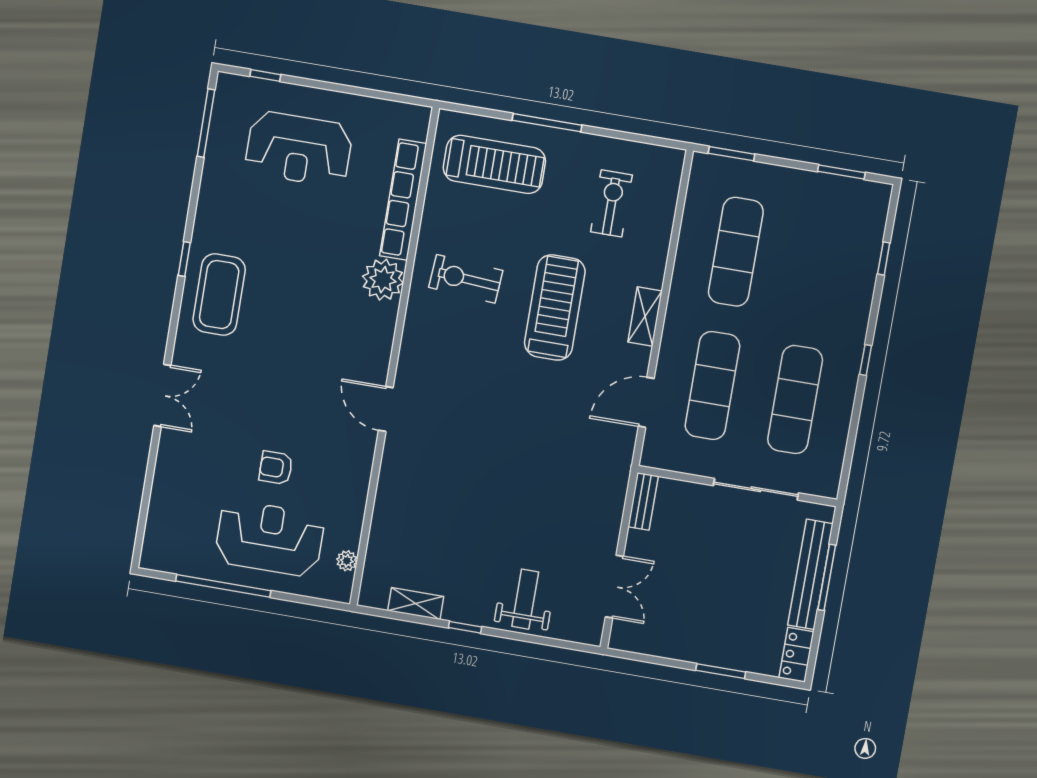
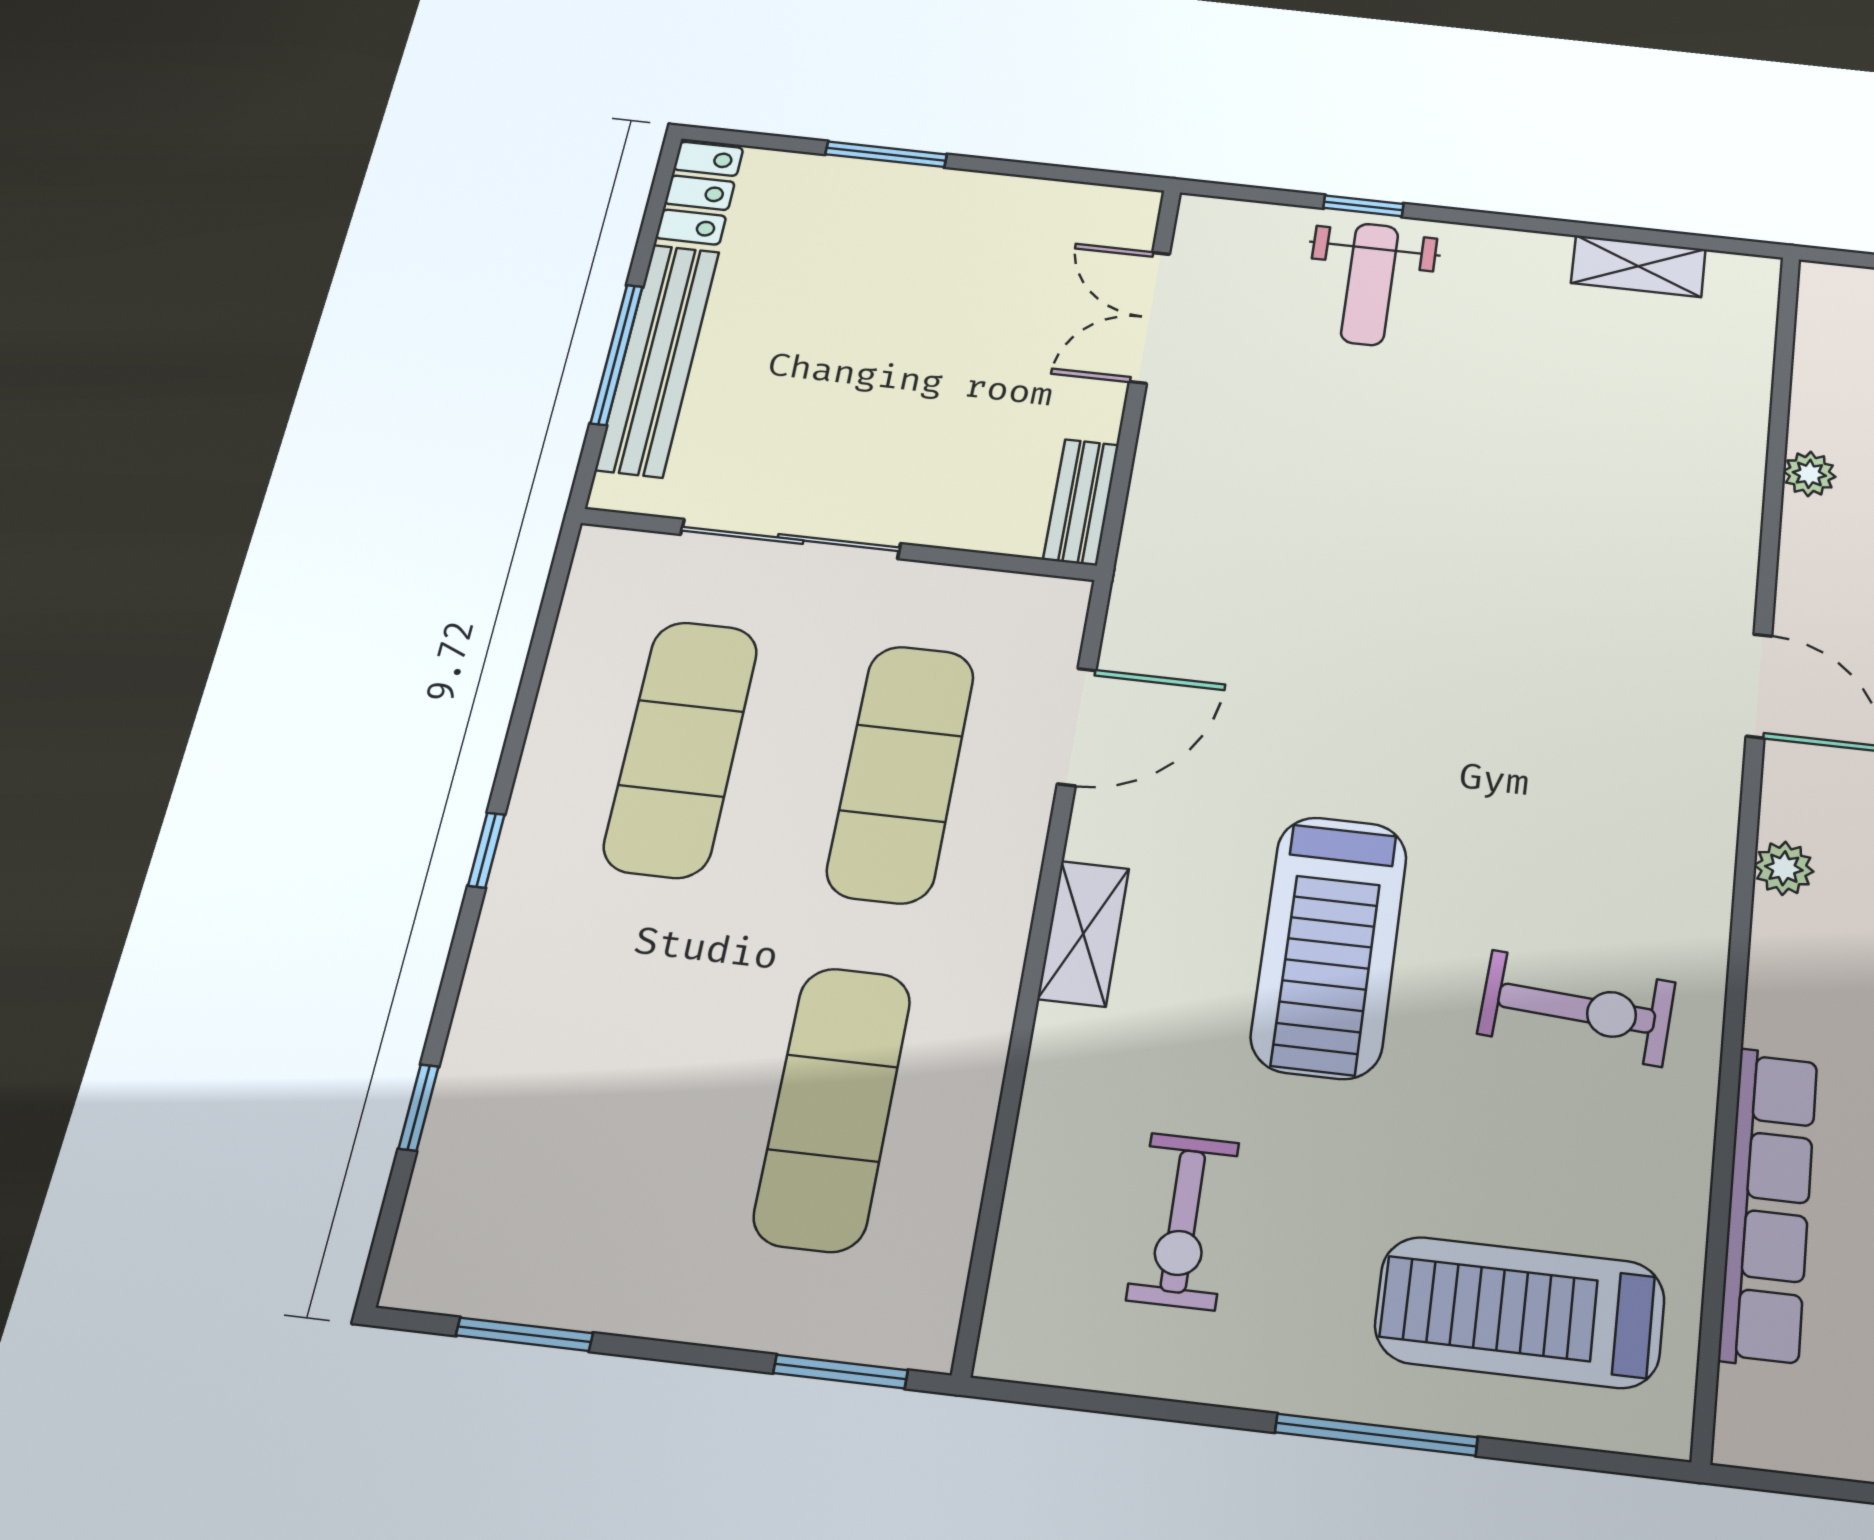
plant: (383, 280) -> (1784, 868), moved, width x0.53, depth x0.53
plant: (347, 561) -> (1809, 474), moved
window: (465, 627) -> (1363, 206), moved

